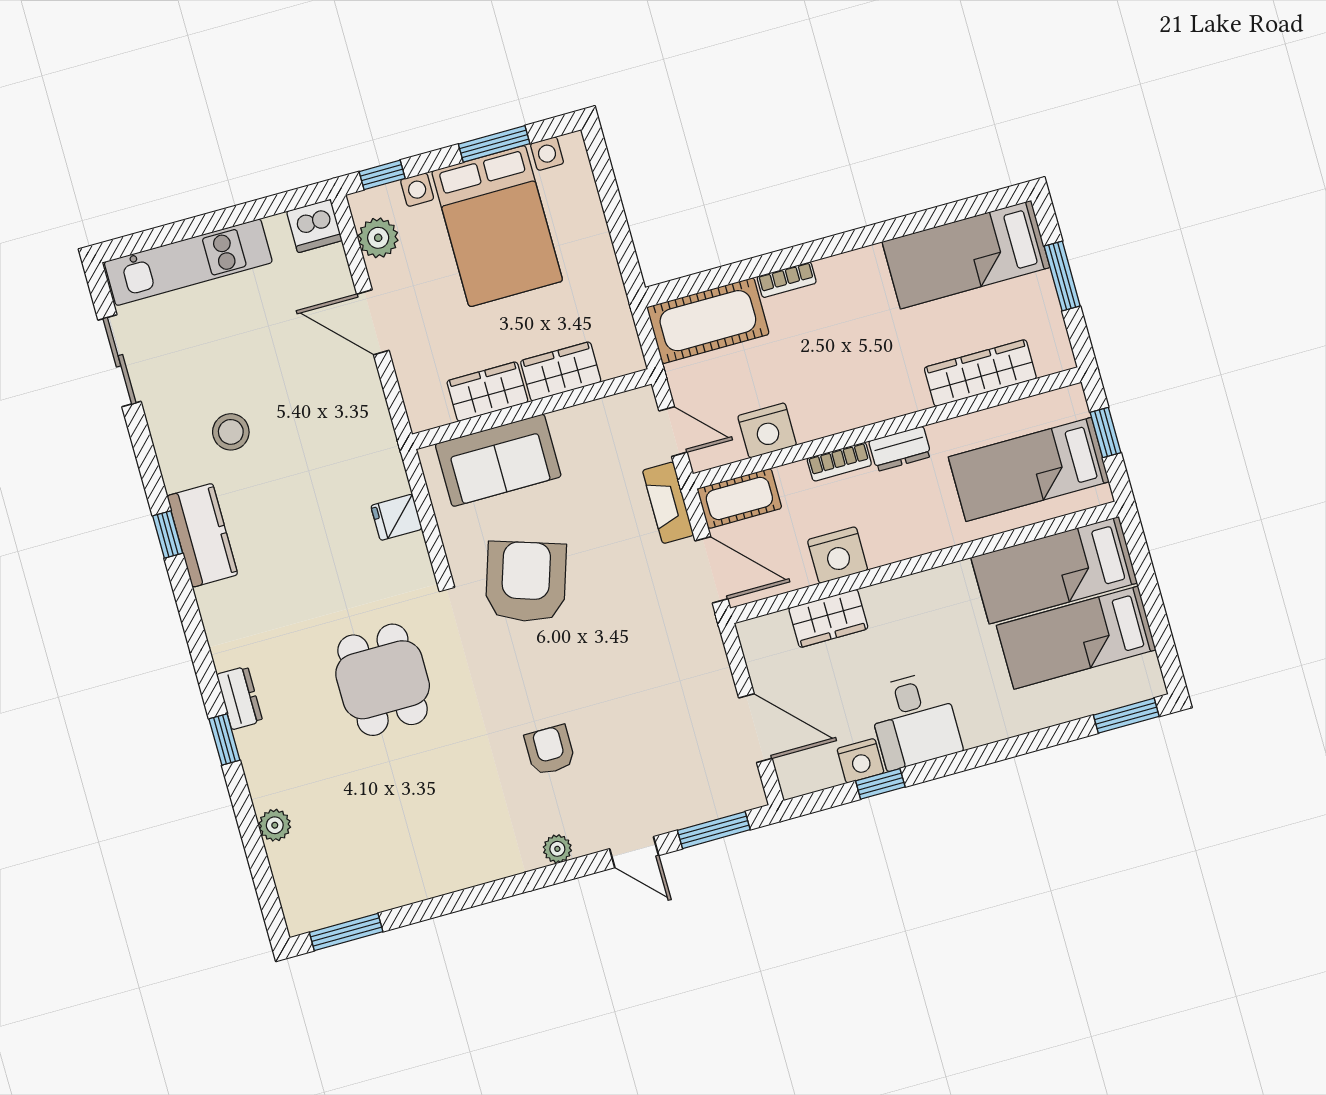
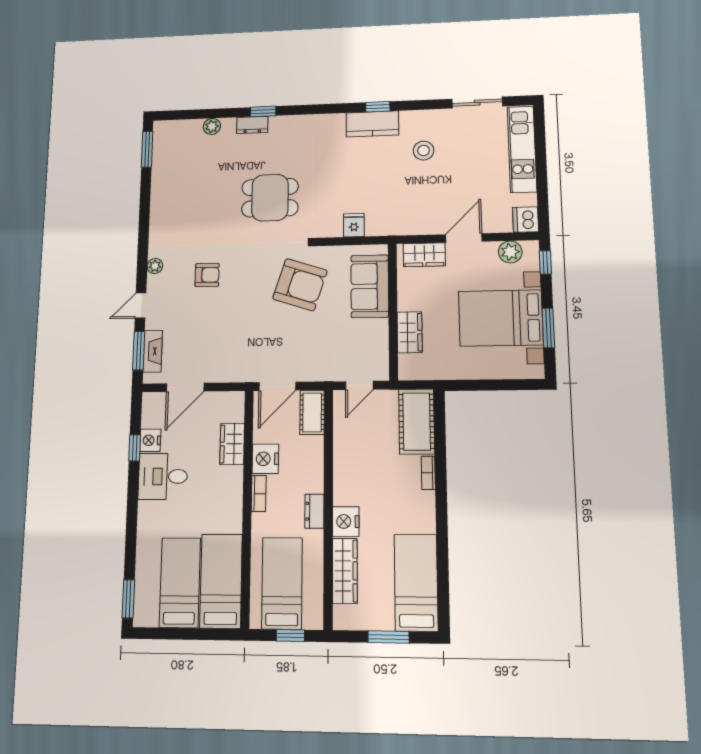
wardrobe: (487, 392) -> (424, 255), moved, turned 90
nightstand: (767, 430) -> (346, 521), moved
bookcase: (839, 462) -> (259, 494), moved, turned 180
fireplace: (668, 503) -> (153, 351), moved, turned 90
dresser: (240, 698) -> (252, 125), moved

